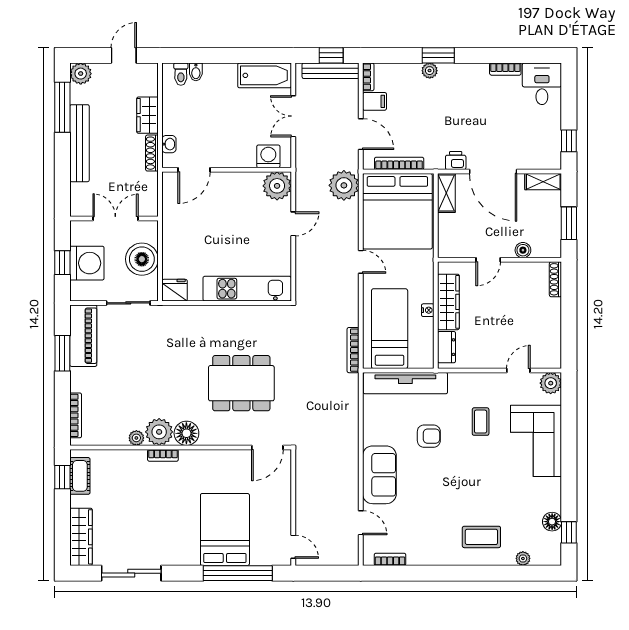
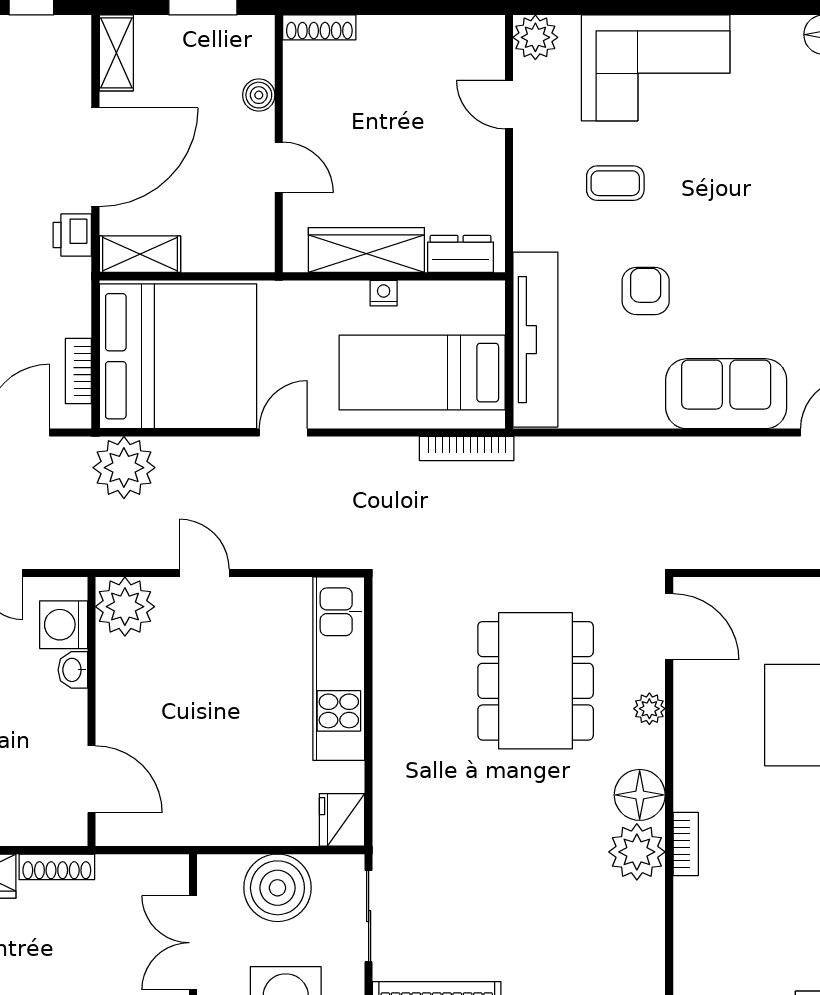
washbasin: (169, 144) -> (73, 670), moved, turned -90
bookcase: (399, 163) -> (78, 371), width x0.64
plant: (136, 438) -> (649, 709), moved

